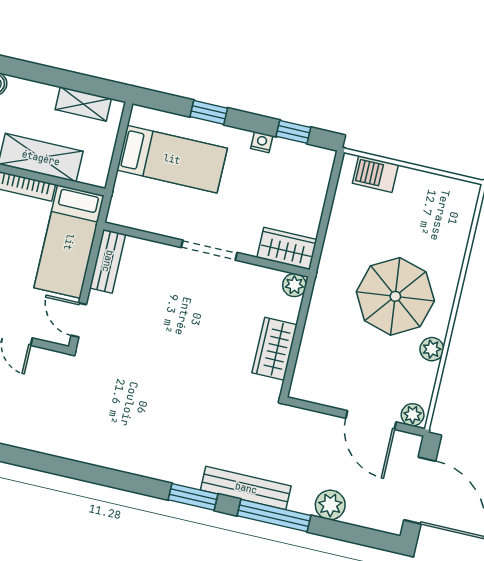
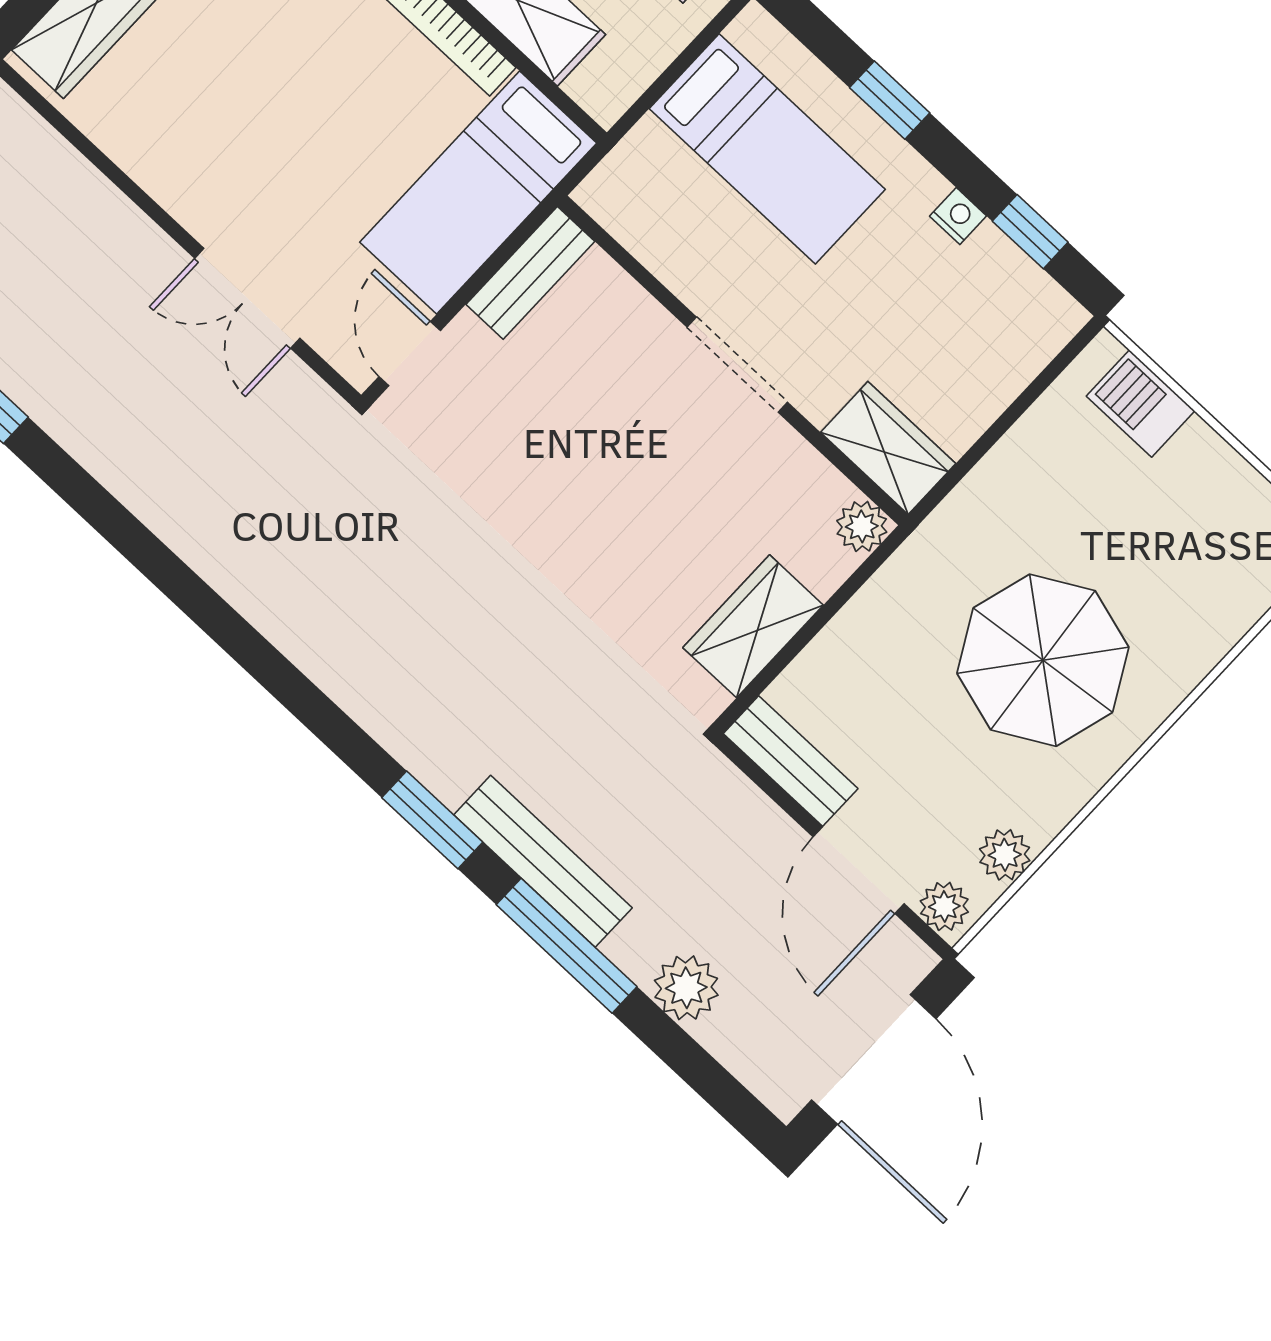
plant: (432, 349) -> (1005, 855), moved
bench: (320, 393) -> (791, 761), added

